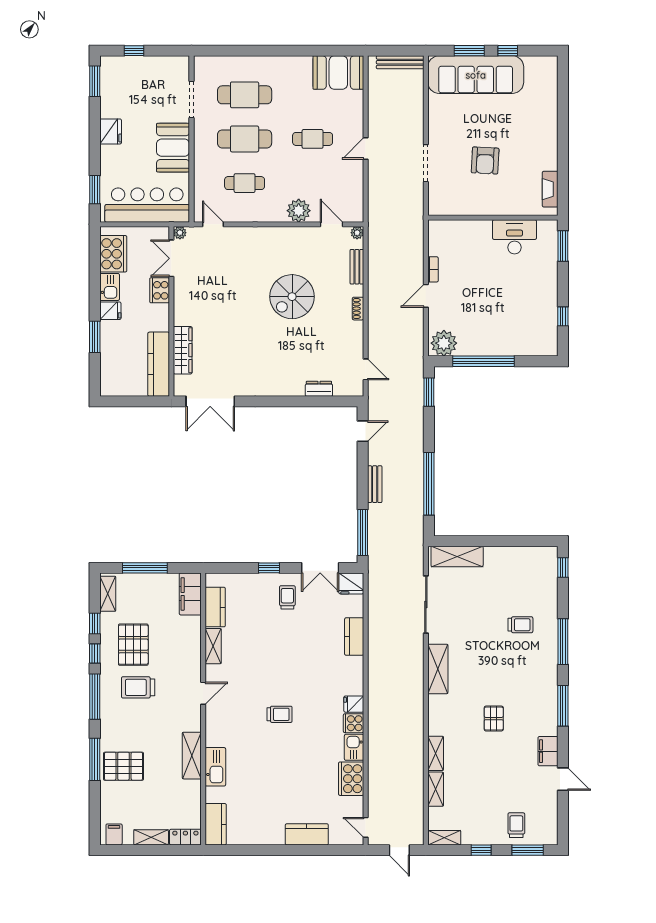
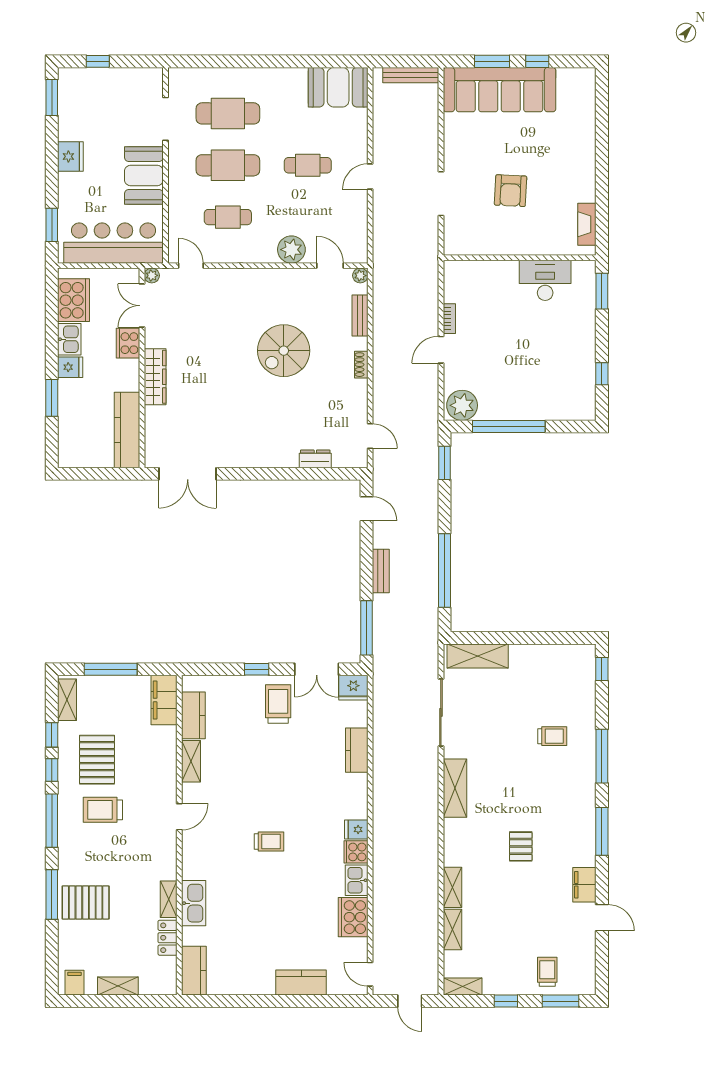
wardrobe: (183, 350) -> (155, 377), moved
door: (363, 431) -> (367, 509), hinge flipped
trolley: (287, 597) -> (278, 704), width x1.36, depth x1.39
shelving: (192, 756) -> (169, 899), width x0.67, depth x0.75
locker: (185, 837) -> (168, 938), moved, turned -90

